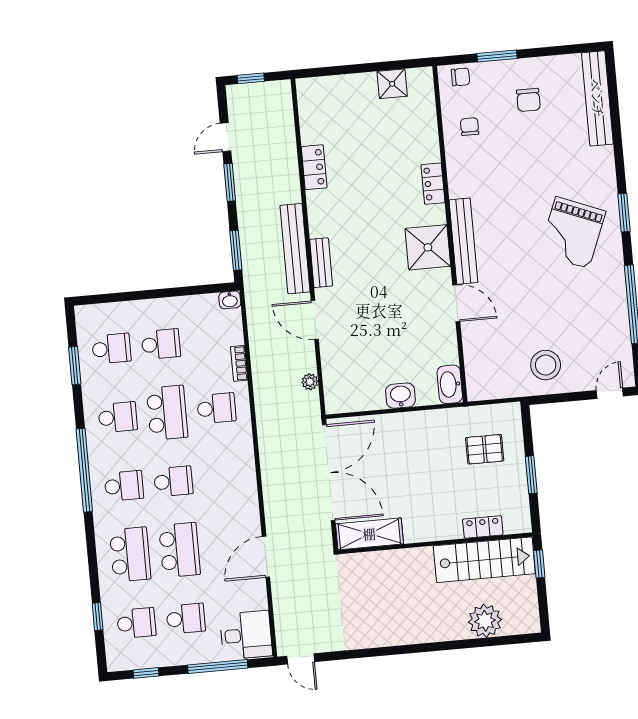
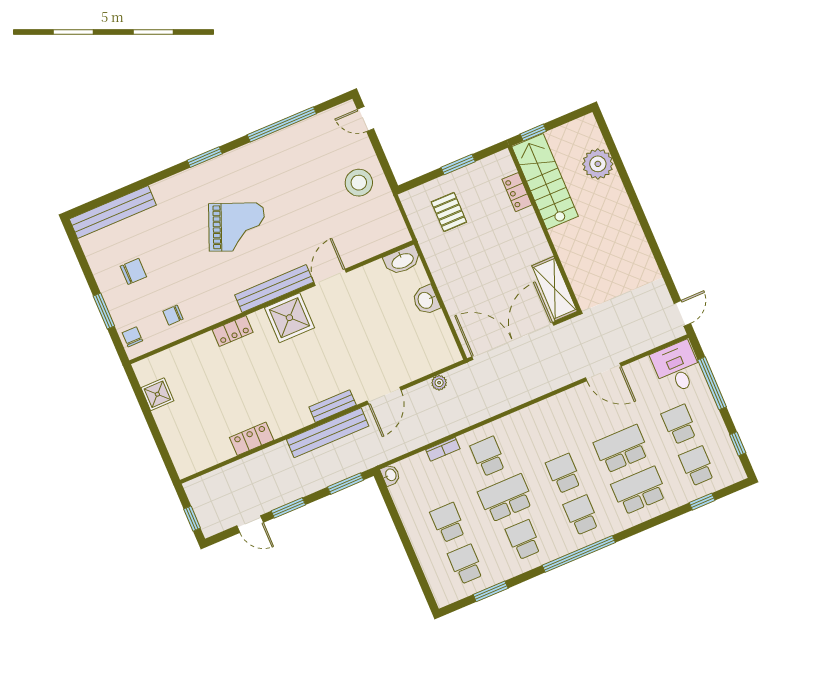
grand piano: (572, 233) -> (237, 227), moved

